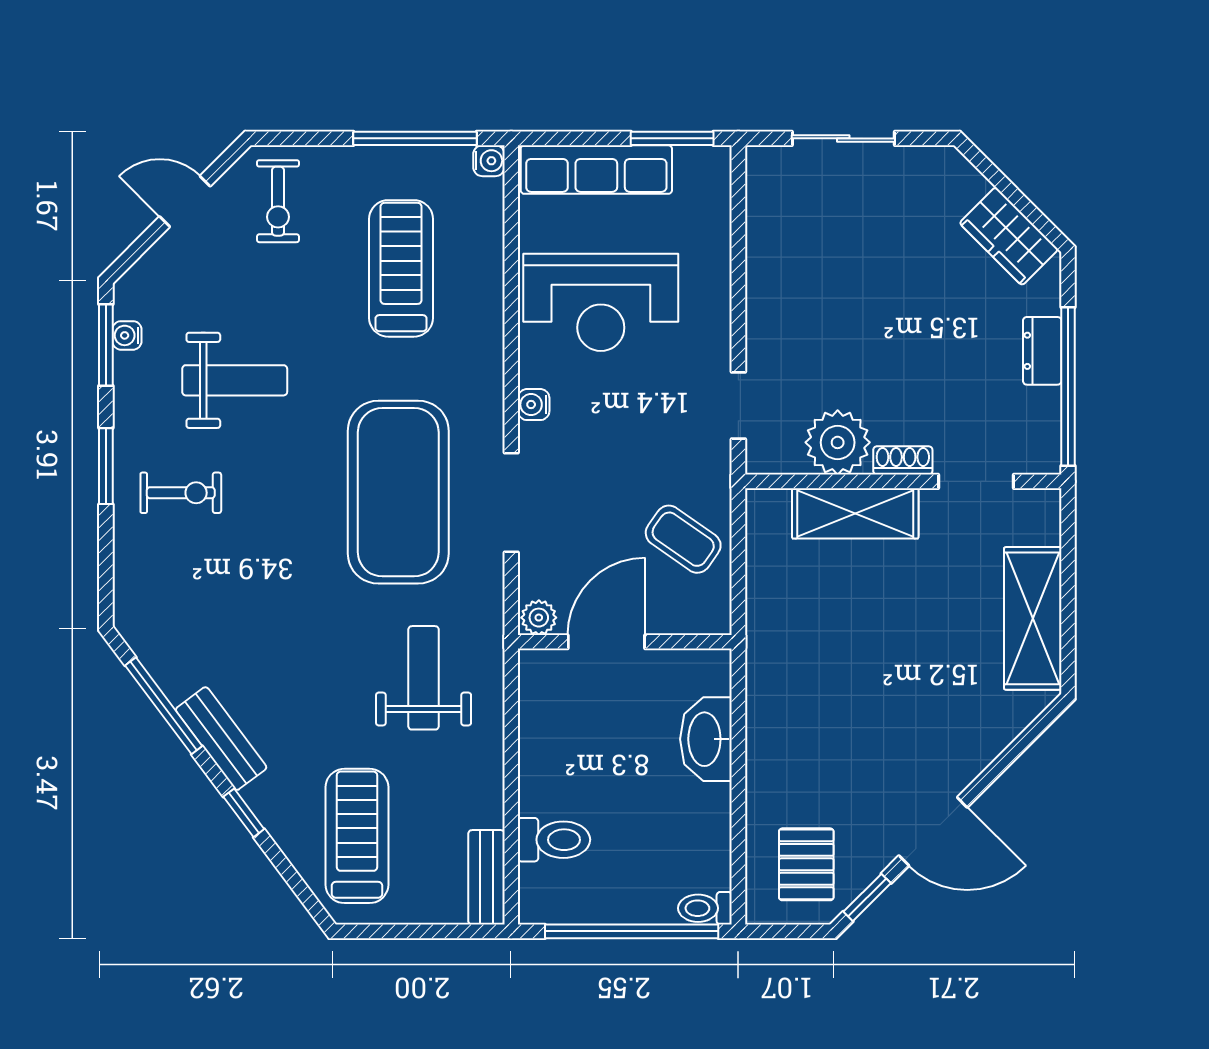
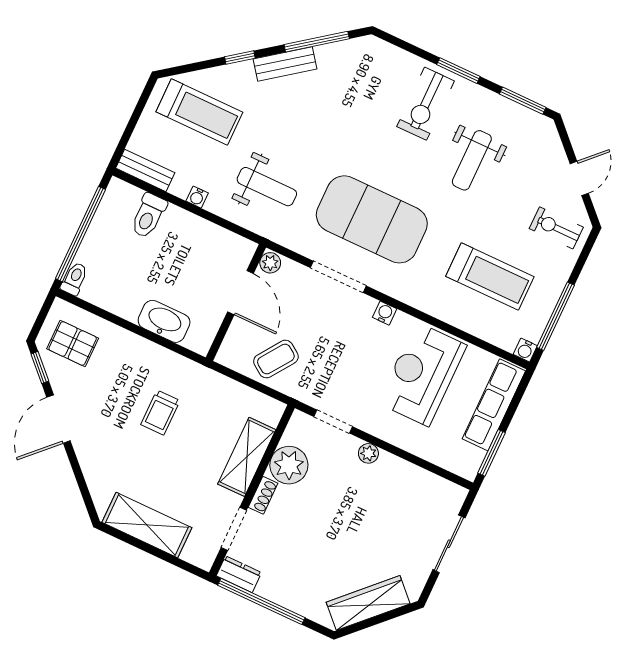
wardrobe: (1009, 236) -> (368, 603), width x1.50
plant: (762, 328) -> (368, 453), added
water cooler: (127, 335) -> (197, 197), moved, turned 180
dresser: (1042, 351) -> (239, 574), moved
exercise bike: (181, 493) -> (426, 104), width x1.38, depth x1.39
trolley: (849, 679) -> (160, 413), added

